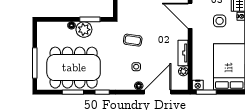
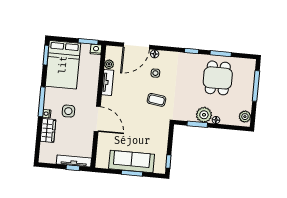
plant: (43, 31) -> (245, 117), added
dining table: (74, 68) -> (218, 78), width x0.53, depth x0.80

